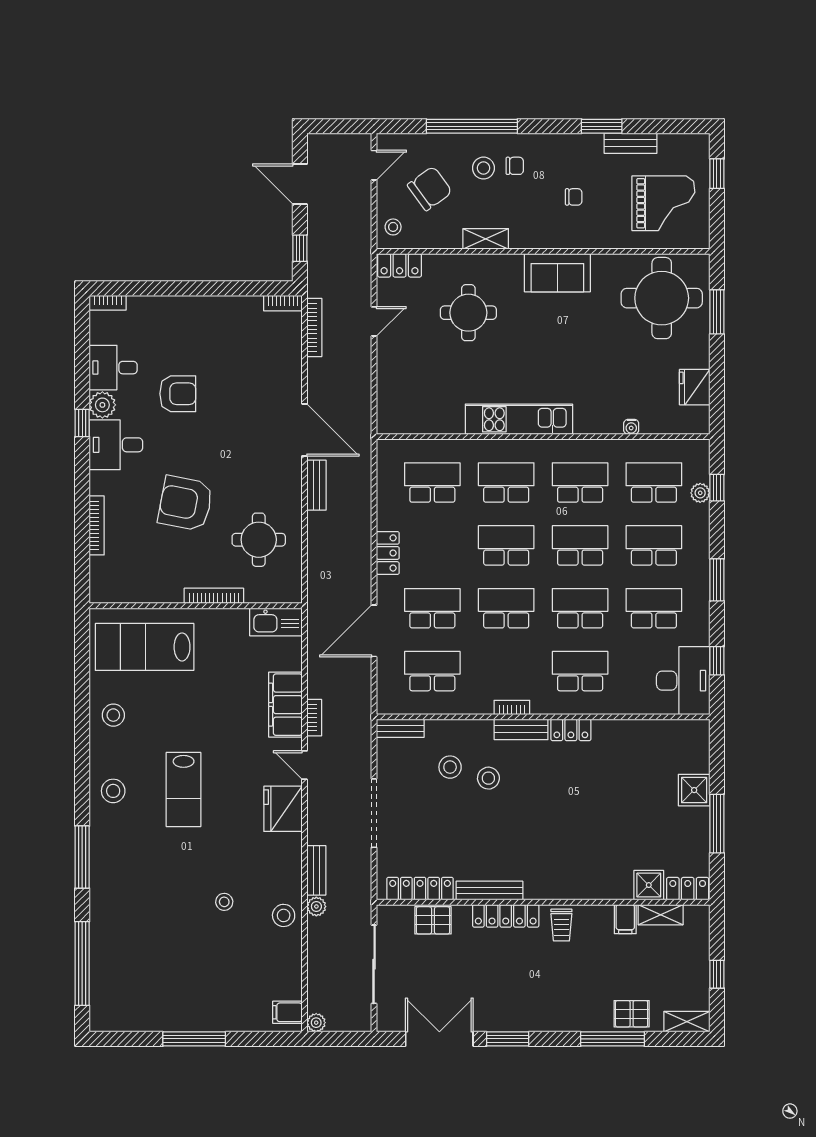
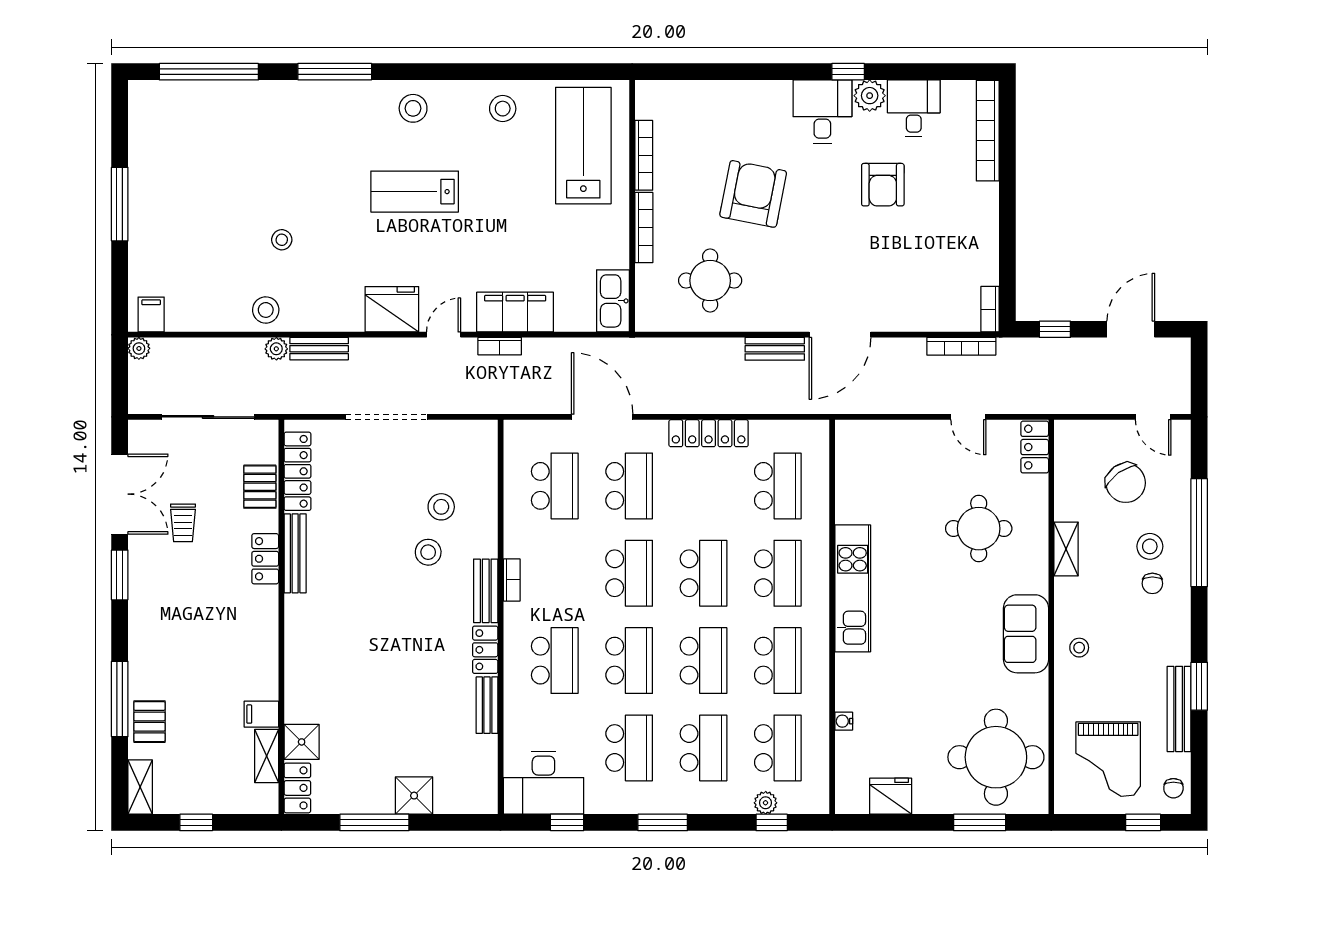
bench: (630, 143) -> (1179, 709), width x1.36
chair: (574, 197) -> (1173, 788), moved
stool: (393, 227) -> (1079, 648), moved
bookcase: (108, 303) -> (988, 131), width x2.31, depth x1.31
bookcase: (97, 525) -> (644, 155), moved, turned -90
locker: (388, 553) -> (709, 433), width x1.53
bench: (400, 728) -> (487, 705), moved
locker: (506, 916) -> (265, 559), width x0.66
trolley: (561, 925) -> (183, 523), moved, turned -90

